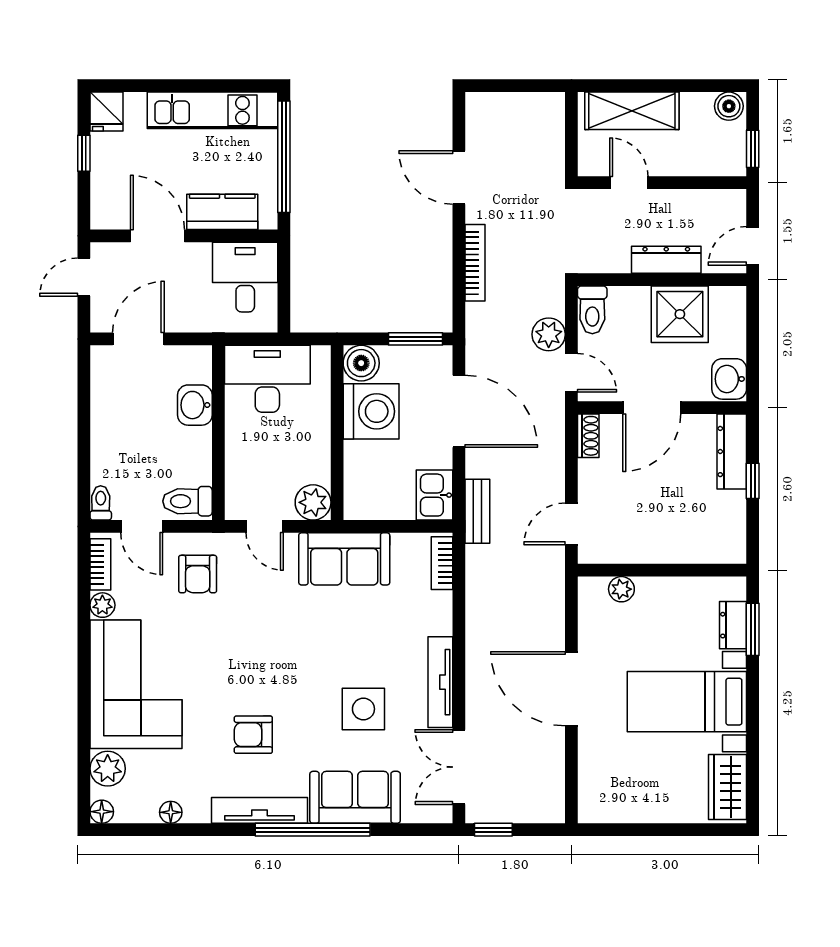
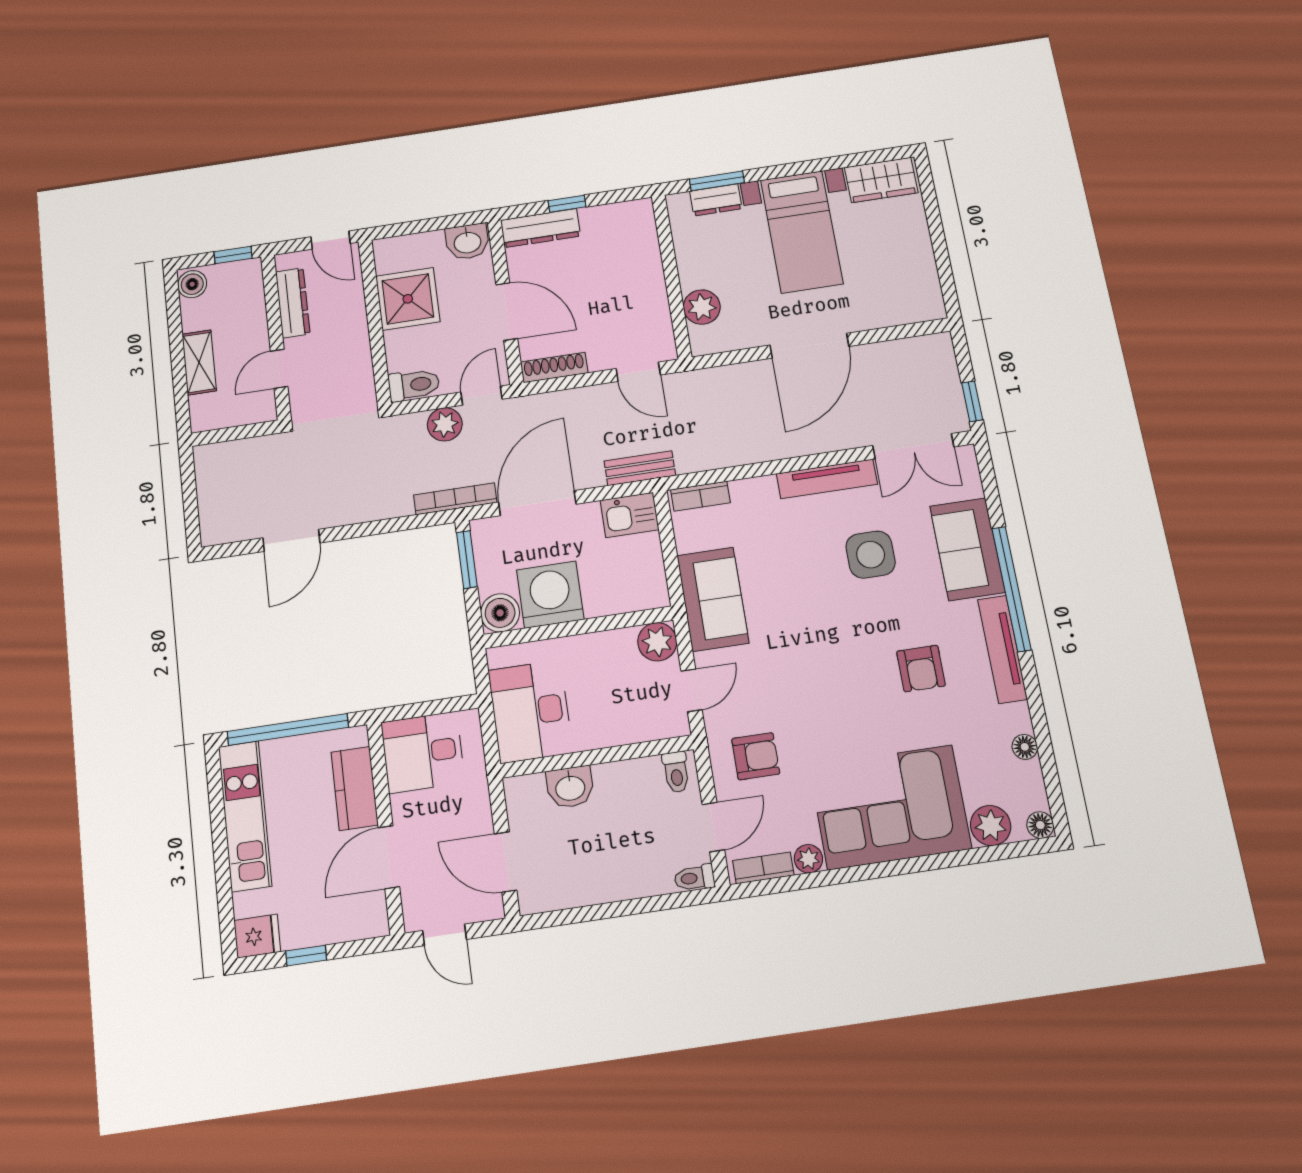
shelving: (632, 111) -> (199, 362), width x0.67, depth x0.75
dresser: (666, 260) -> (293, 303), moved, turned 180
bookcase: (475, 263) -> (455, 499), moved
shoe rack: (588, 436) -> (554, 368), width x1.43
toilet: (187, 501) -> (676, 772), width x0.73, depth x0.72
plant: (621, 589) -> (702, 307), width x1.38, depth x1.38

